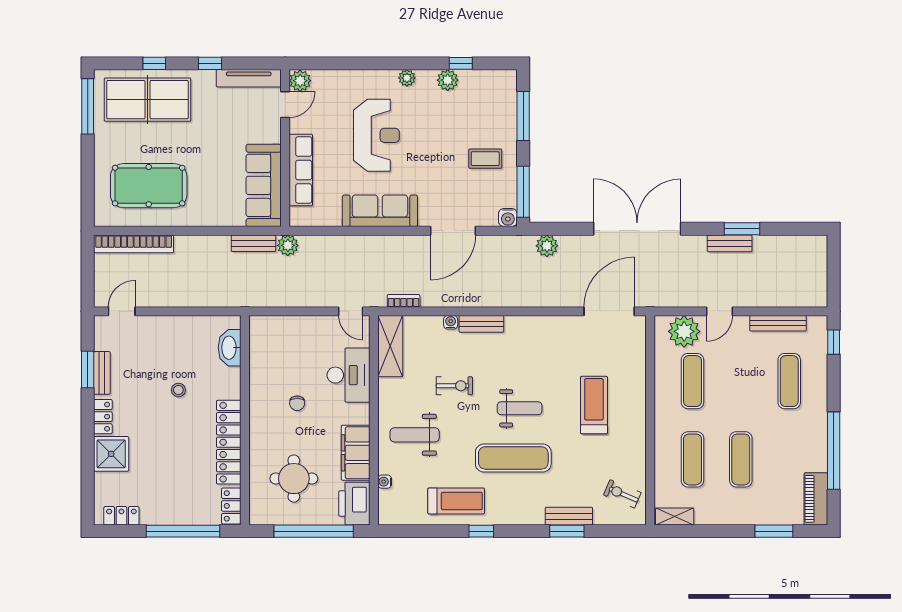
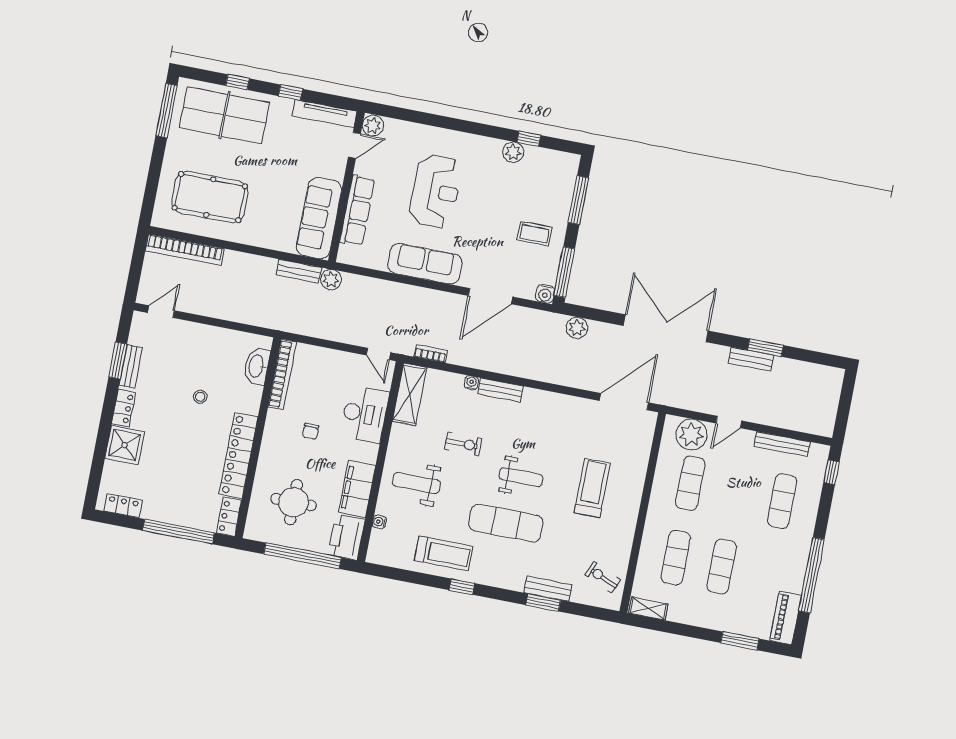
plant: (407, 78) -> (475, 143), removed
bookcase: (257, 351) -> (282, 374), added

